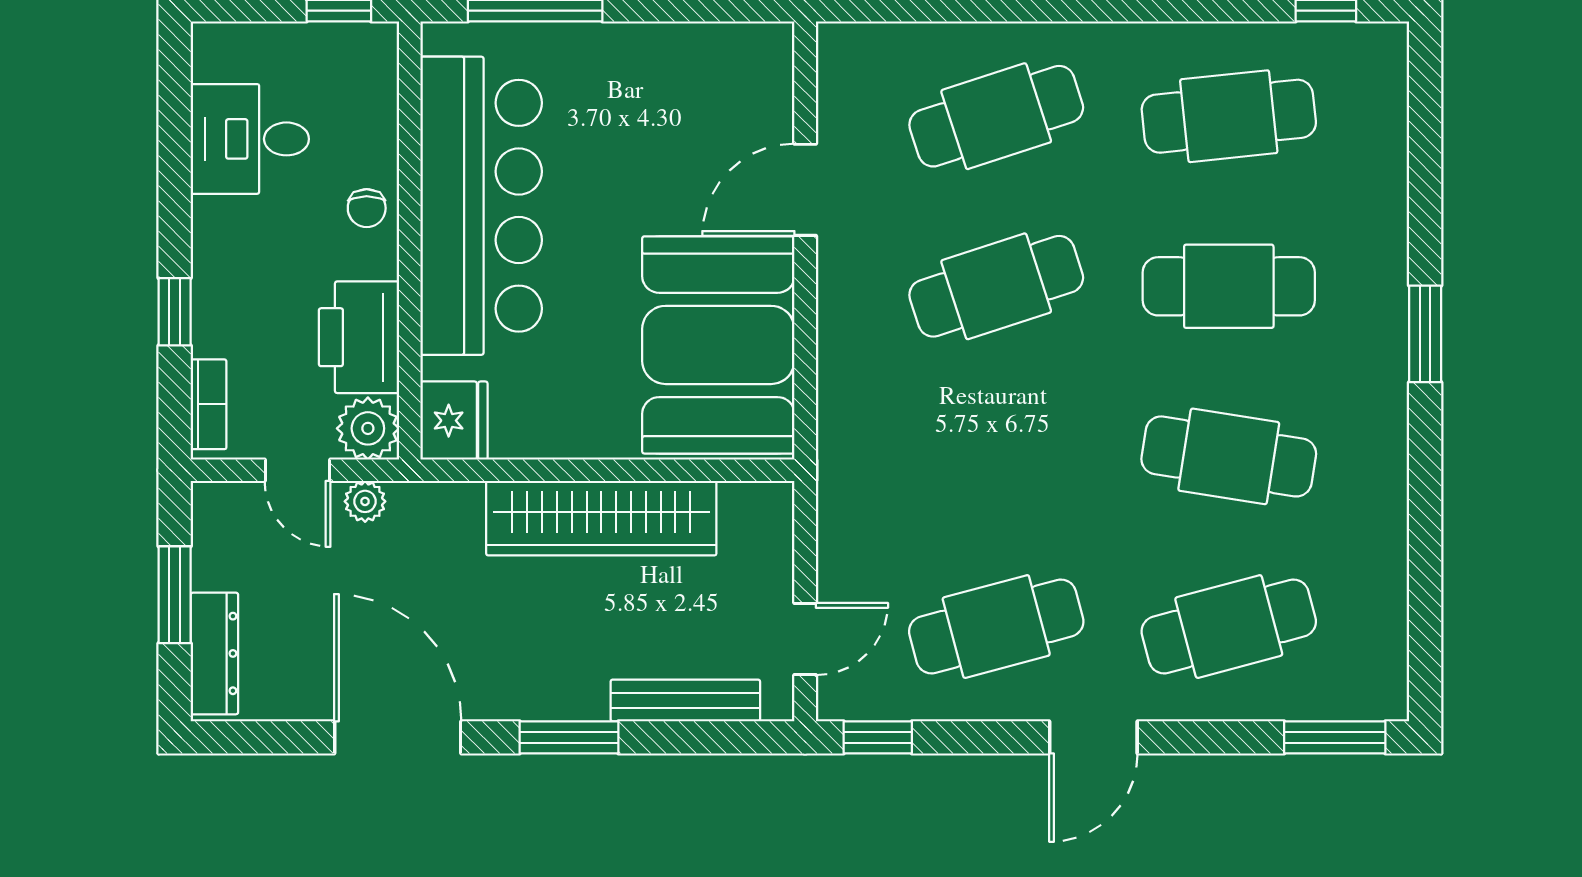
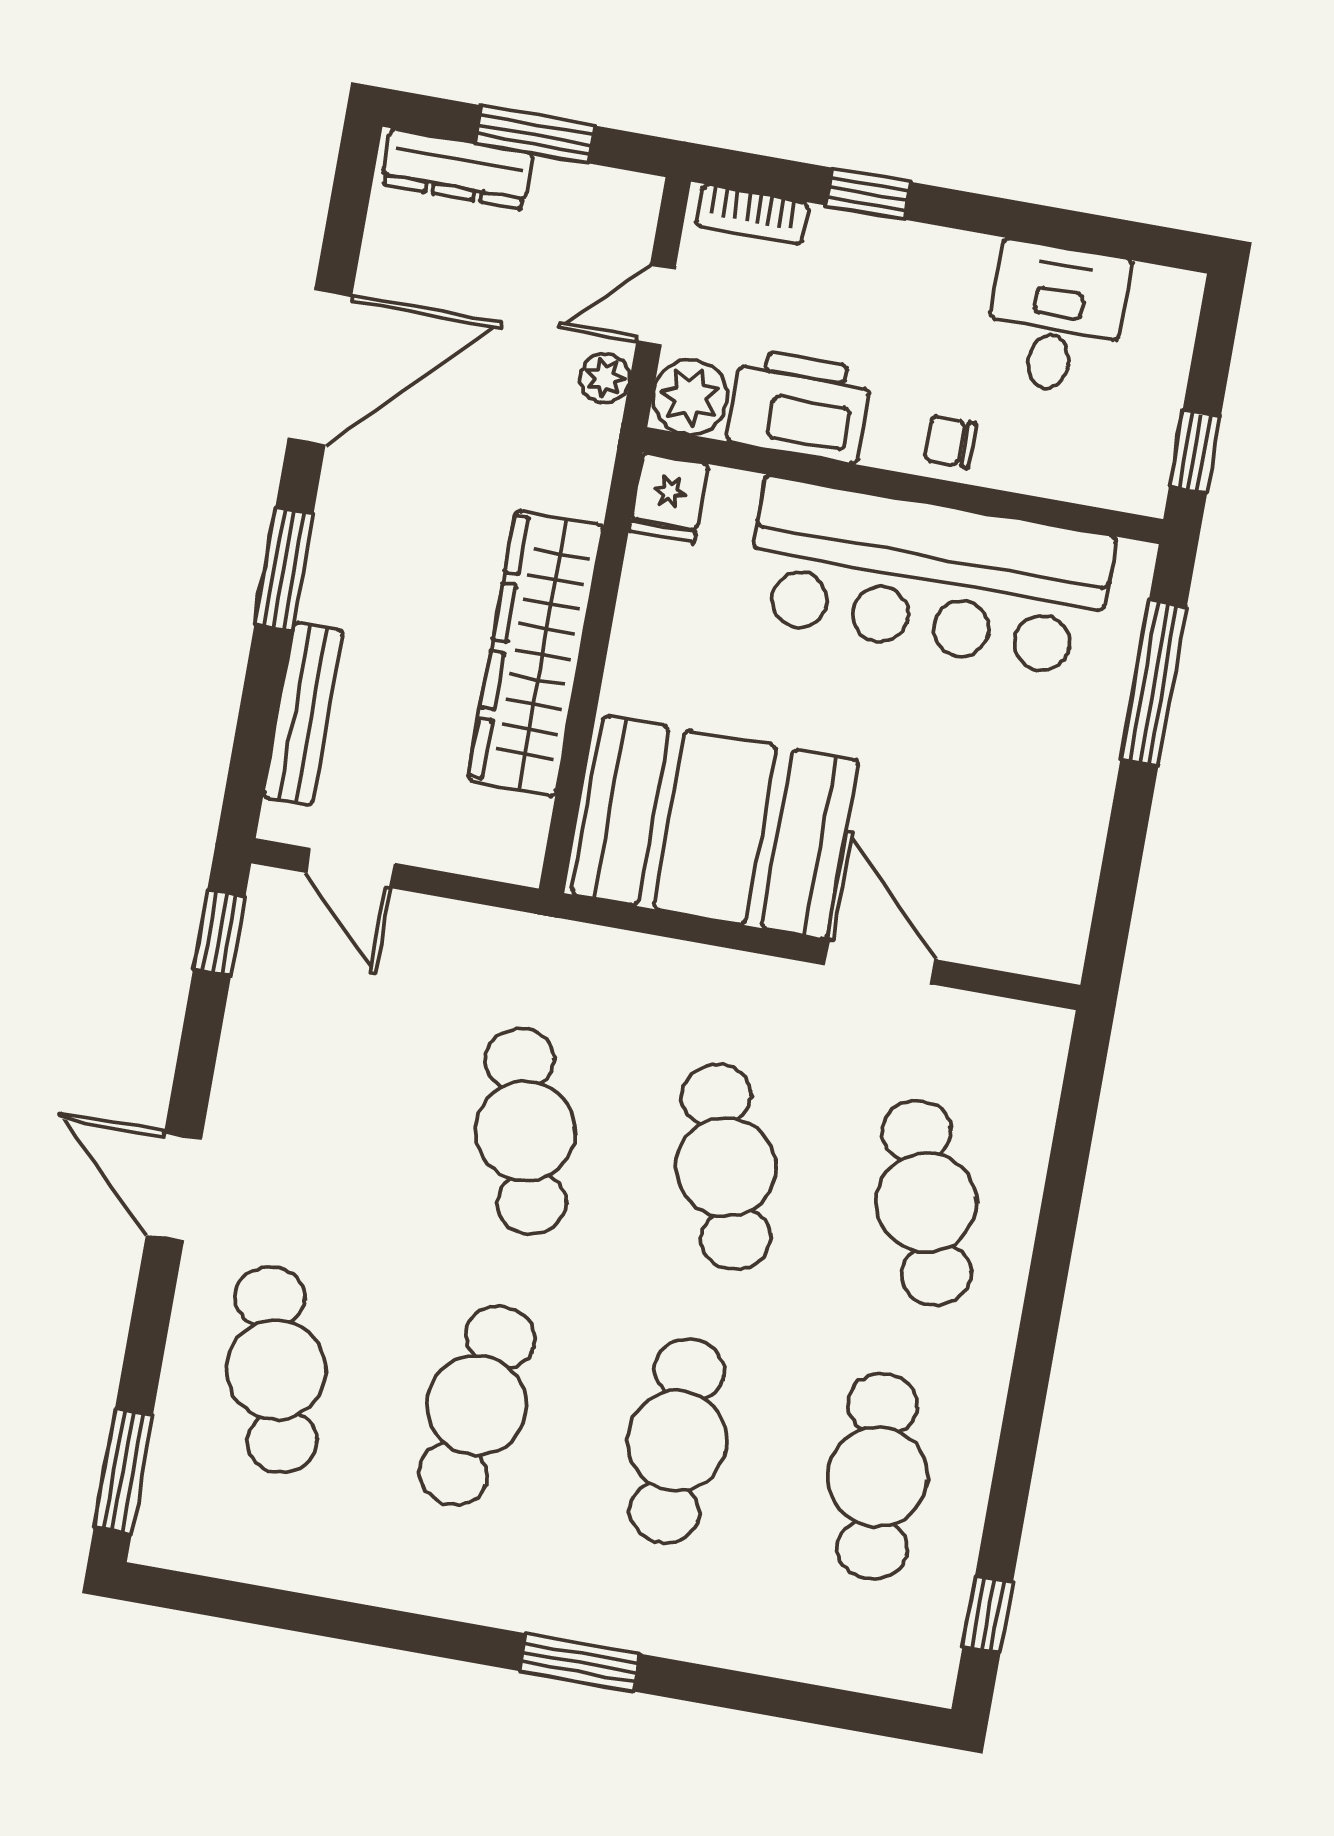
fridge: (454, 421) -> (669, 498), width x0.72
cafe table: (996, 627) -> (525, 1131), moved

